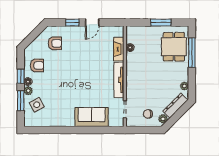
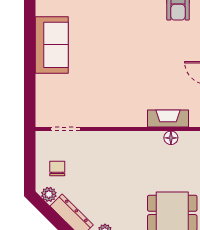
tv unit: (119, 80) -> (115, 119), removed
sofa: (92, 117) -> (52, 45), moved

